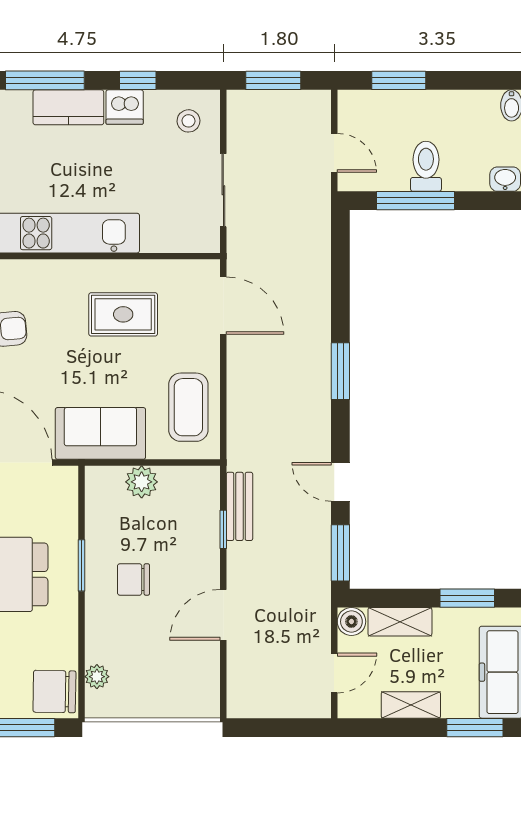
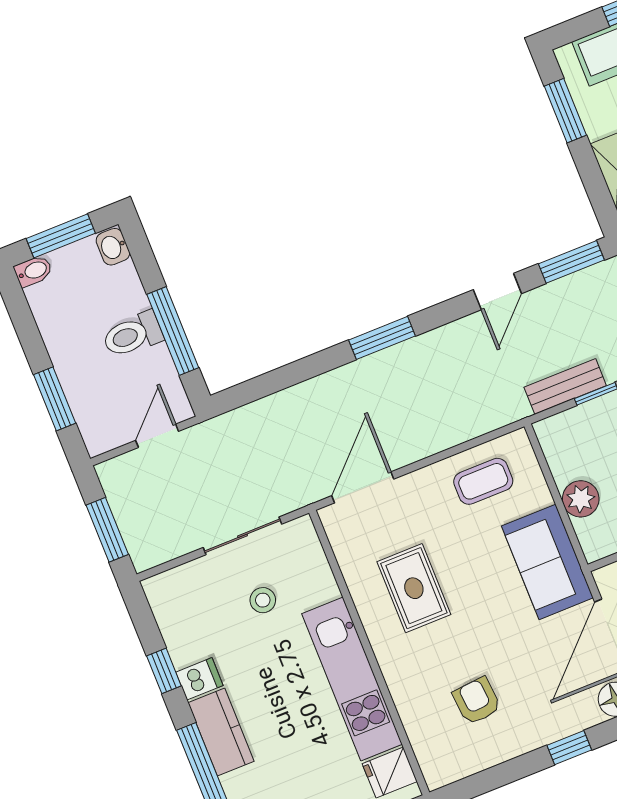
dishwasher: (125, 107) -> (199, 679), width x0.73
stool: (188, 121) -> (263, 600), moved
coffee table: (188, 407) -> (483, 481), width x0.73, depth x0.77

